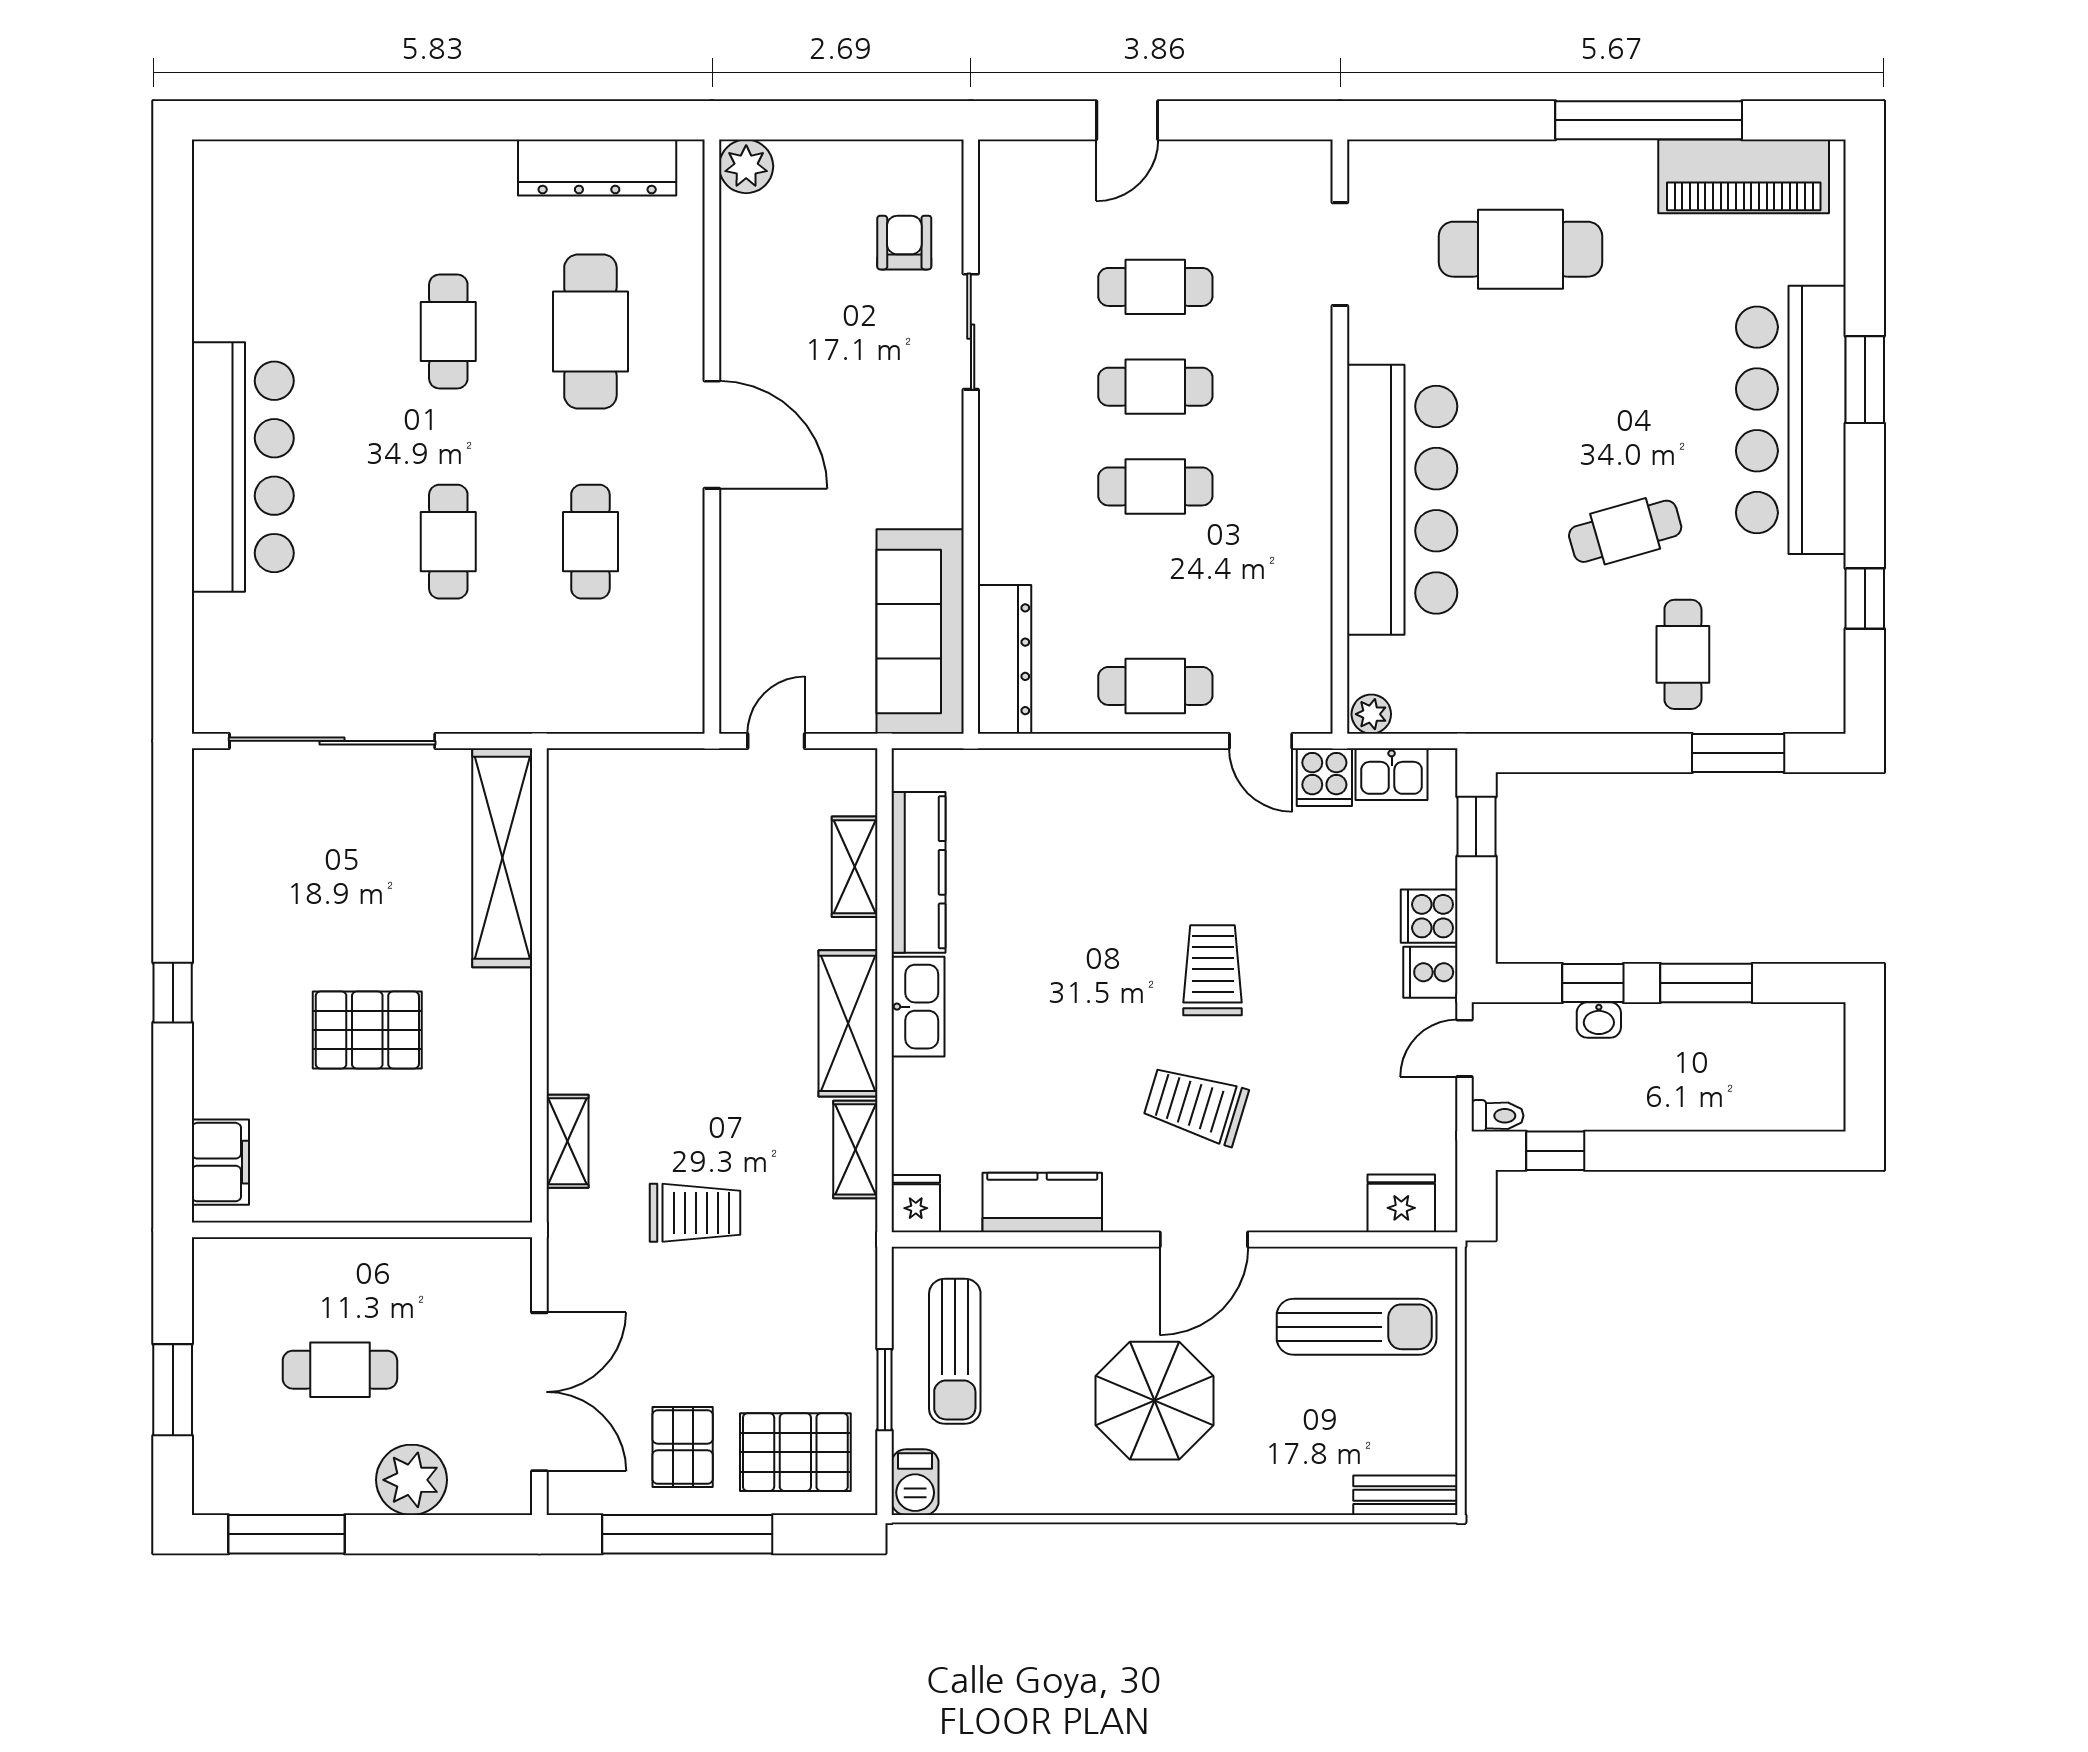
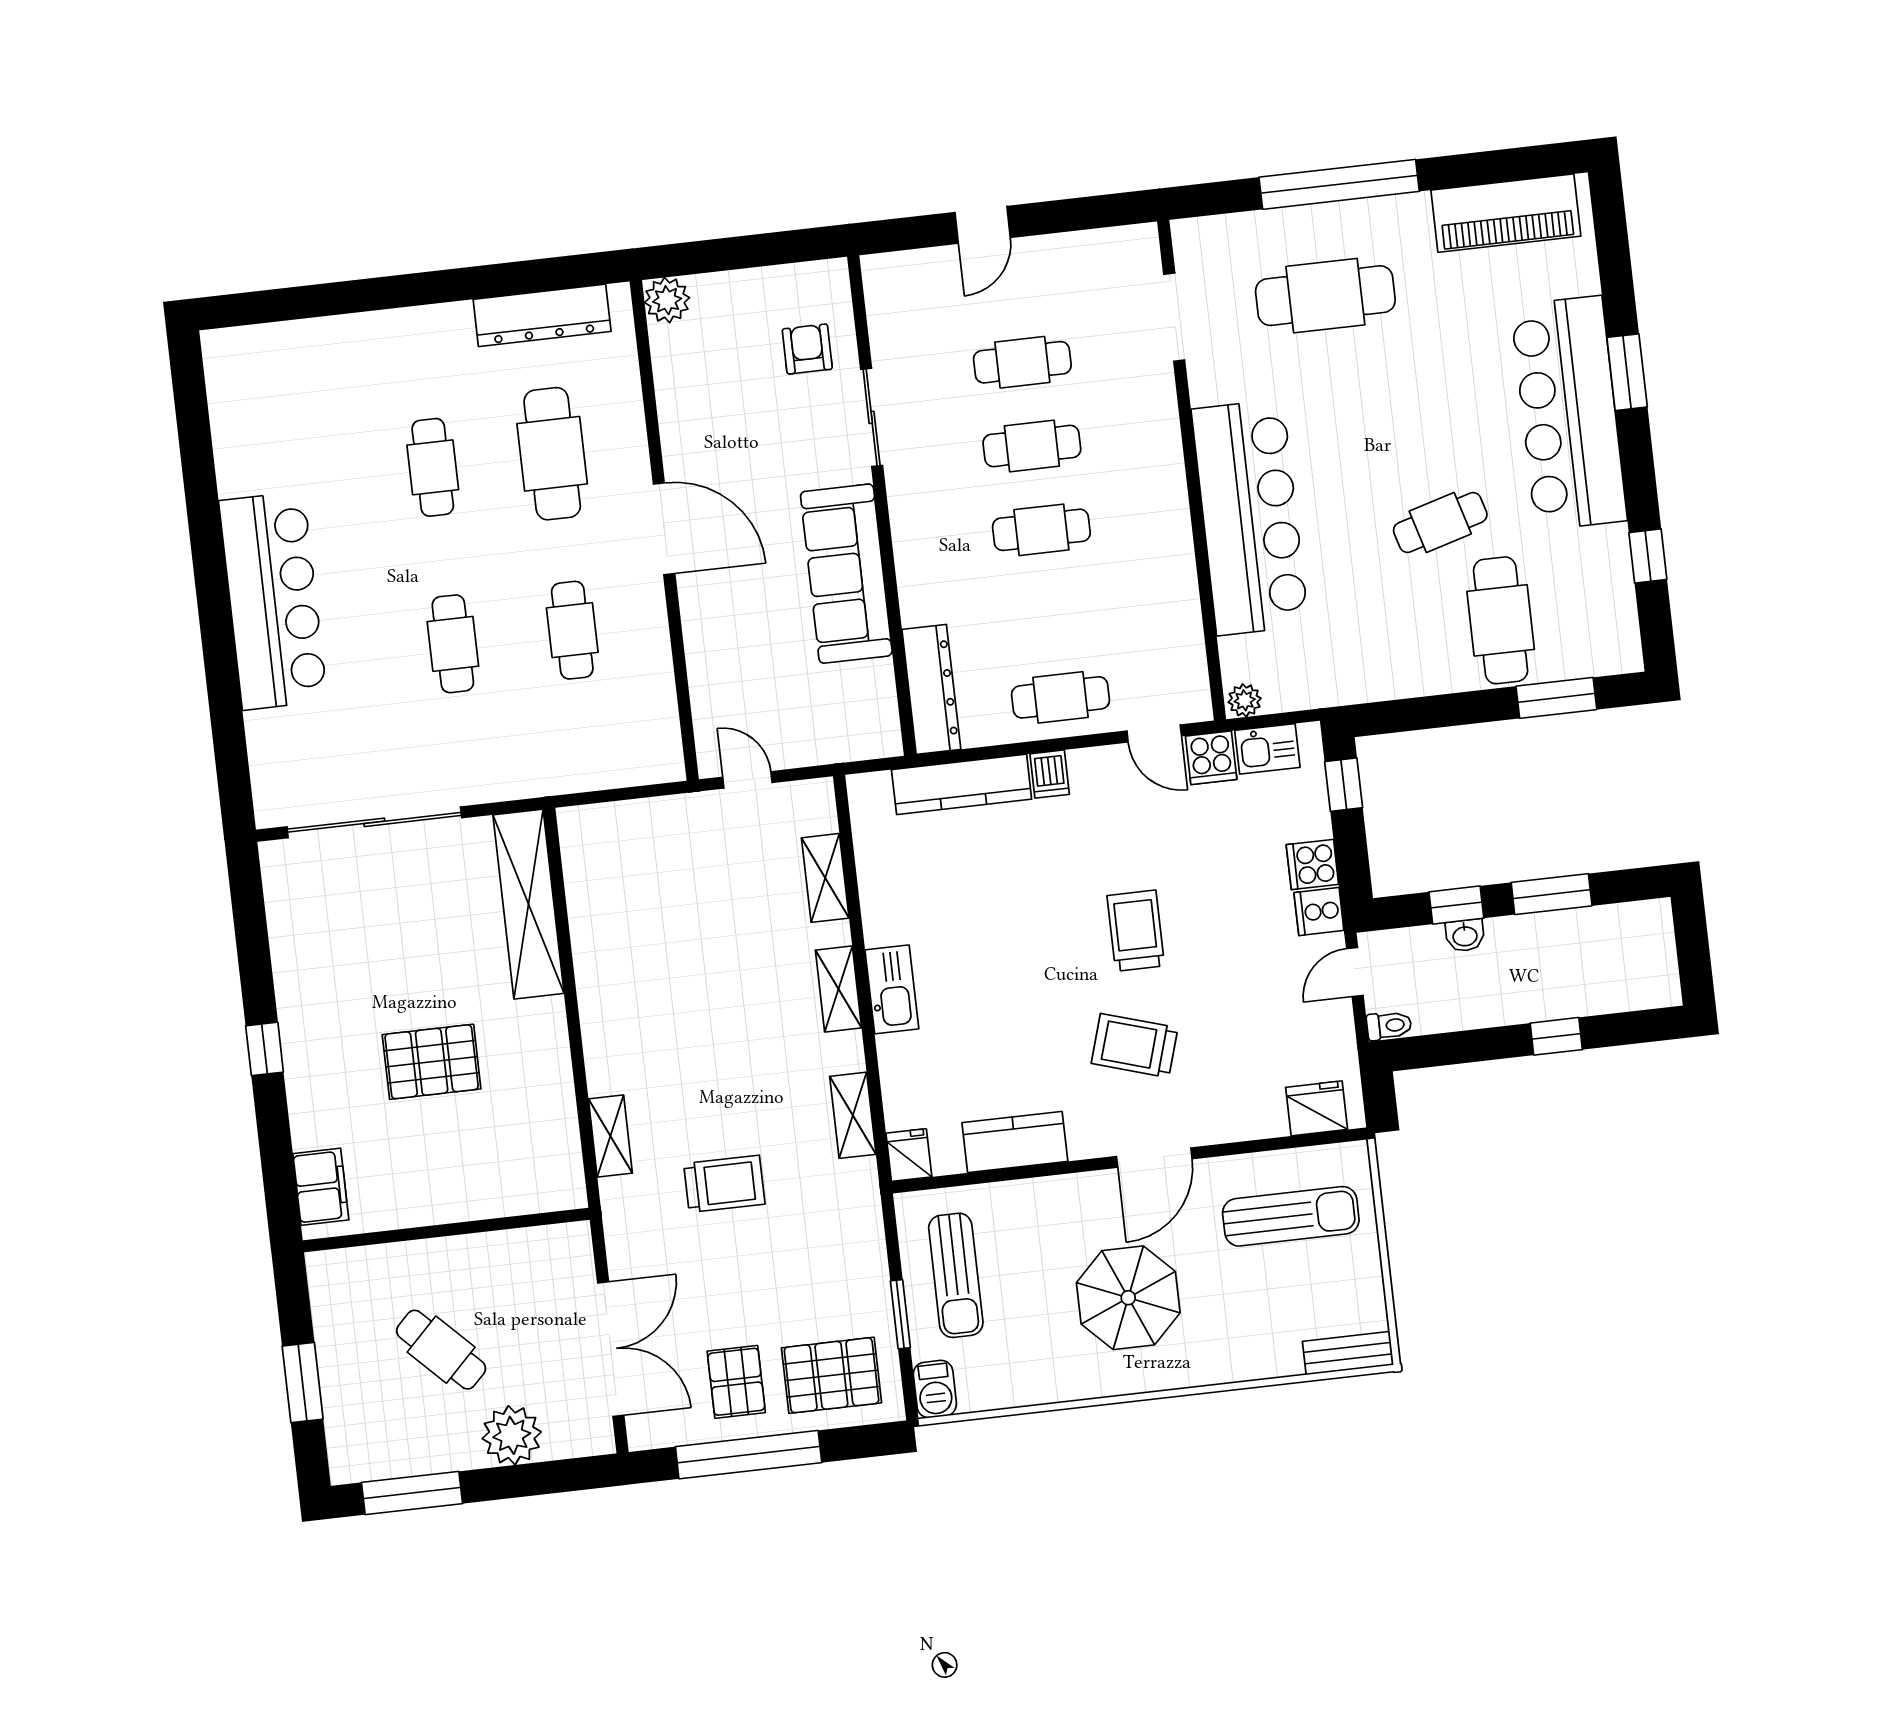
window: (1649, 120) -> (1339, 184), moved
sofa: (920, 631) -> (846, 574), moved
cafe table: (1683, 654) -> (1501, 620), width x1.37, depth x1.35
door: (776, 741) -> (747, 780), hinge flipped
dishwasher: (1132, 775) -> (1050, 774), added
kitchen counter: (919, 872) -> (962, 784), moved, turned 90
shelving: (848, 1023) -> (838, 989), width x0.67, depth x0.75
window: (1555, 1151) -> (1556, 1036), moved
cafe table: (340, 1370) -> (441, 1350), turned 45

